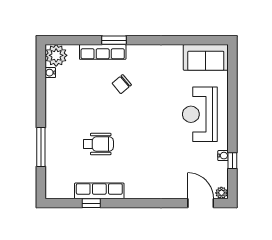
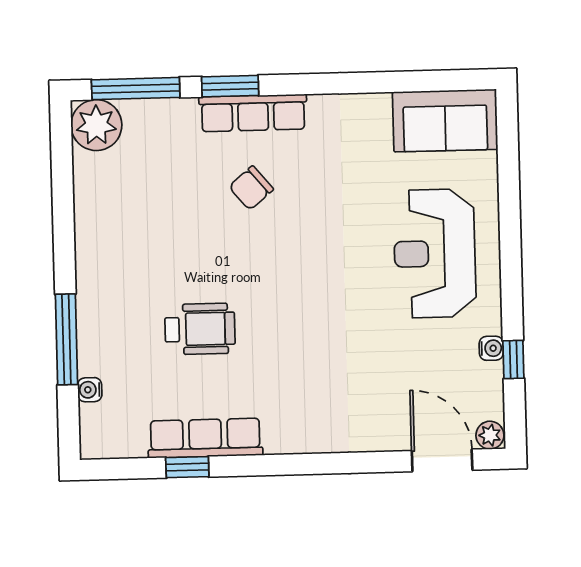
window: (73, 40) -> (136, 89), added
row of seats: (103, 52) -> (253, 113), moved
water cooler: (50, 73) -> (90, 390), moved

